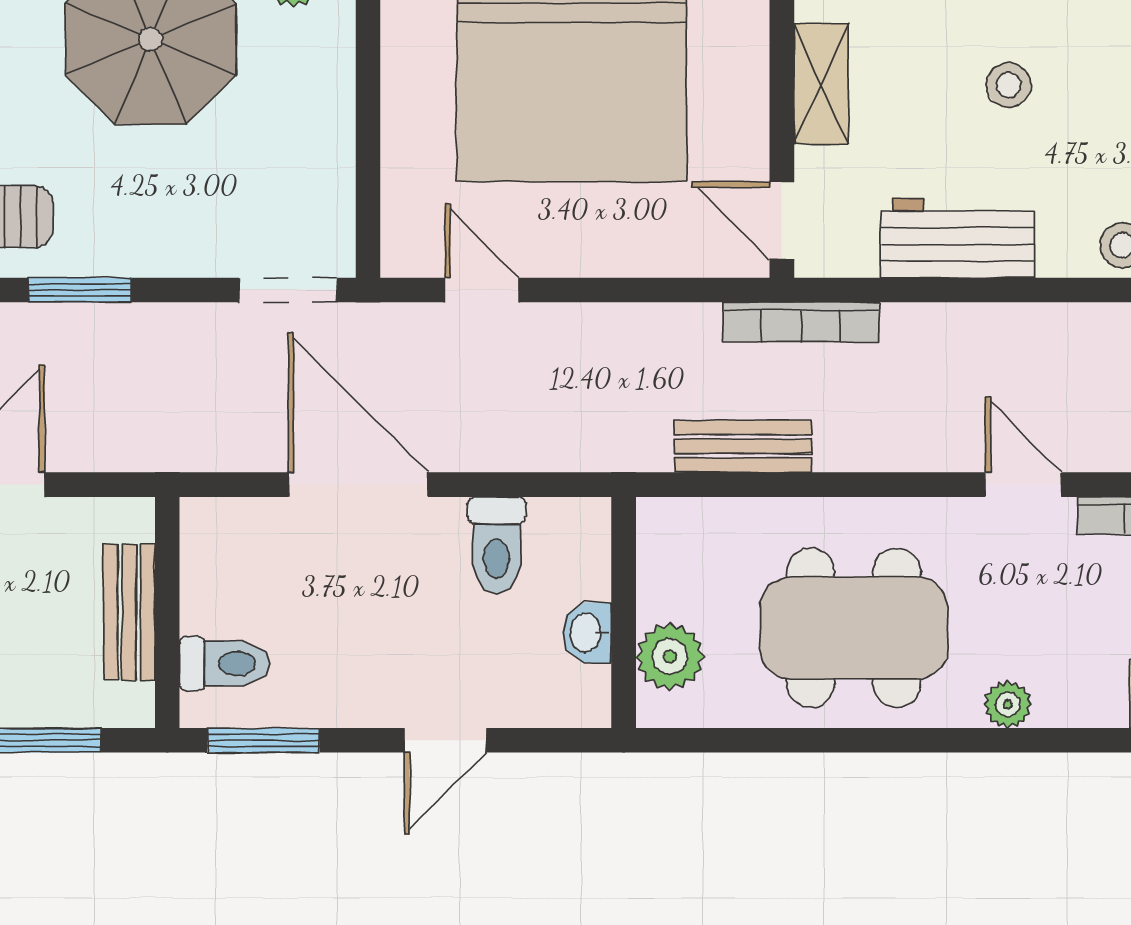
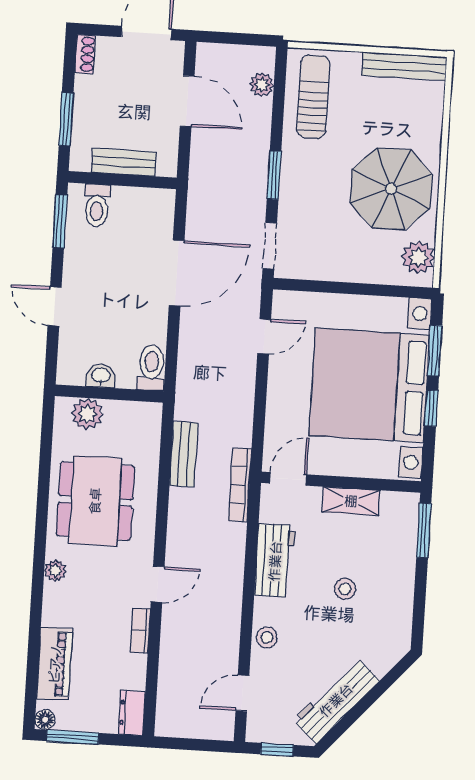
window: (80, 290) -> (274, 175), moved
toilet: (497, 545) -> (151, 368), moved, turned 90

